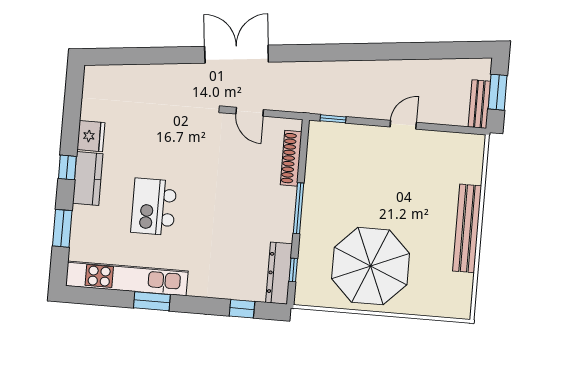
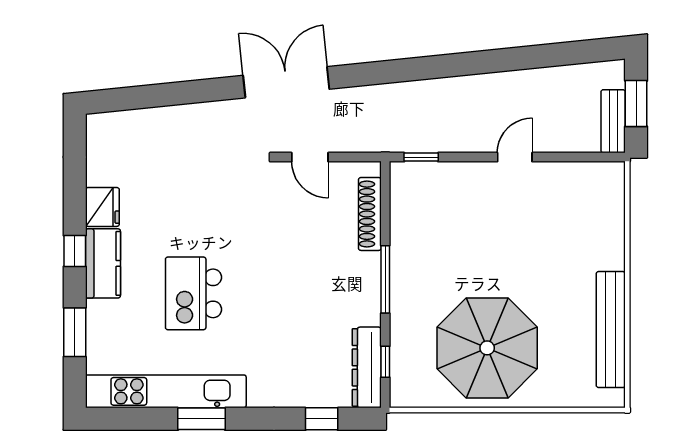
bench: (467, 228) -> (611, 330), moved

